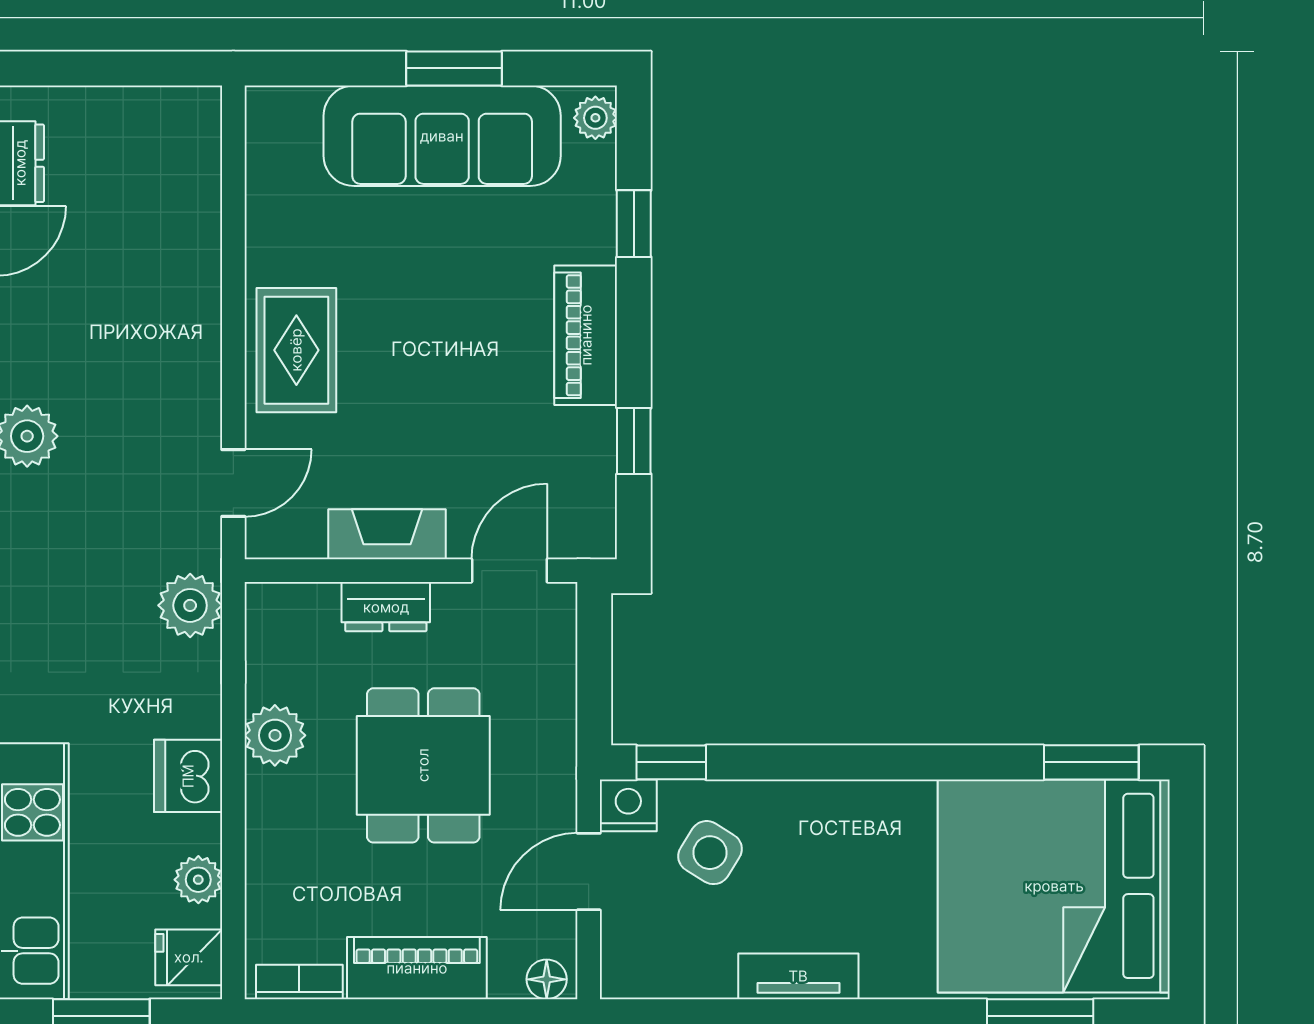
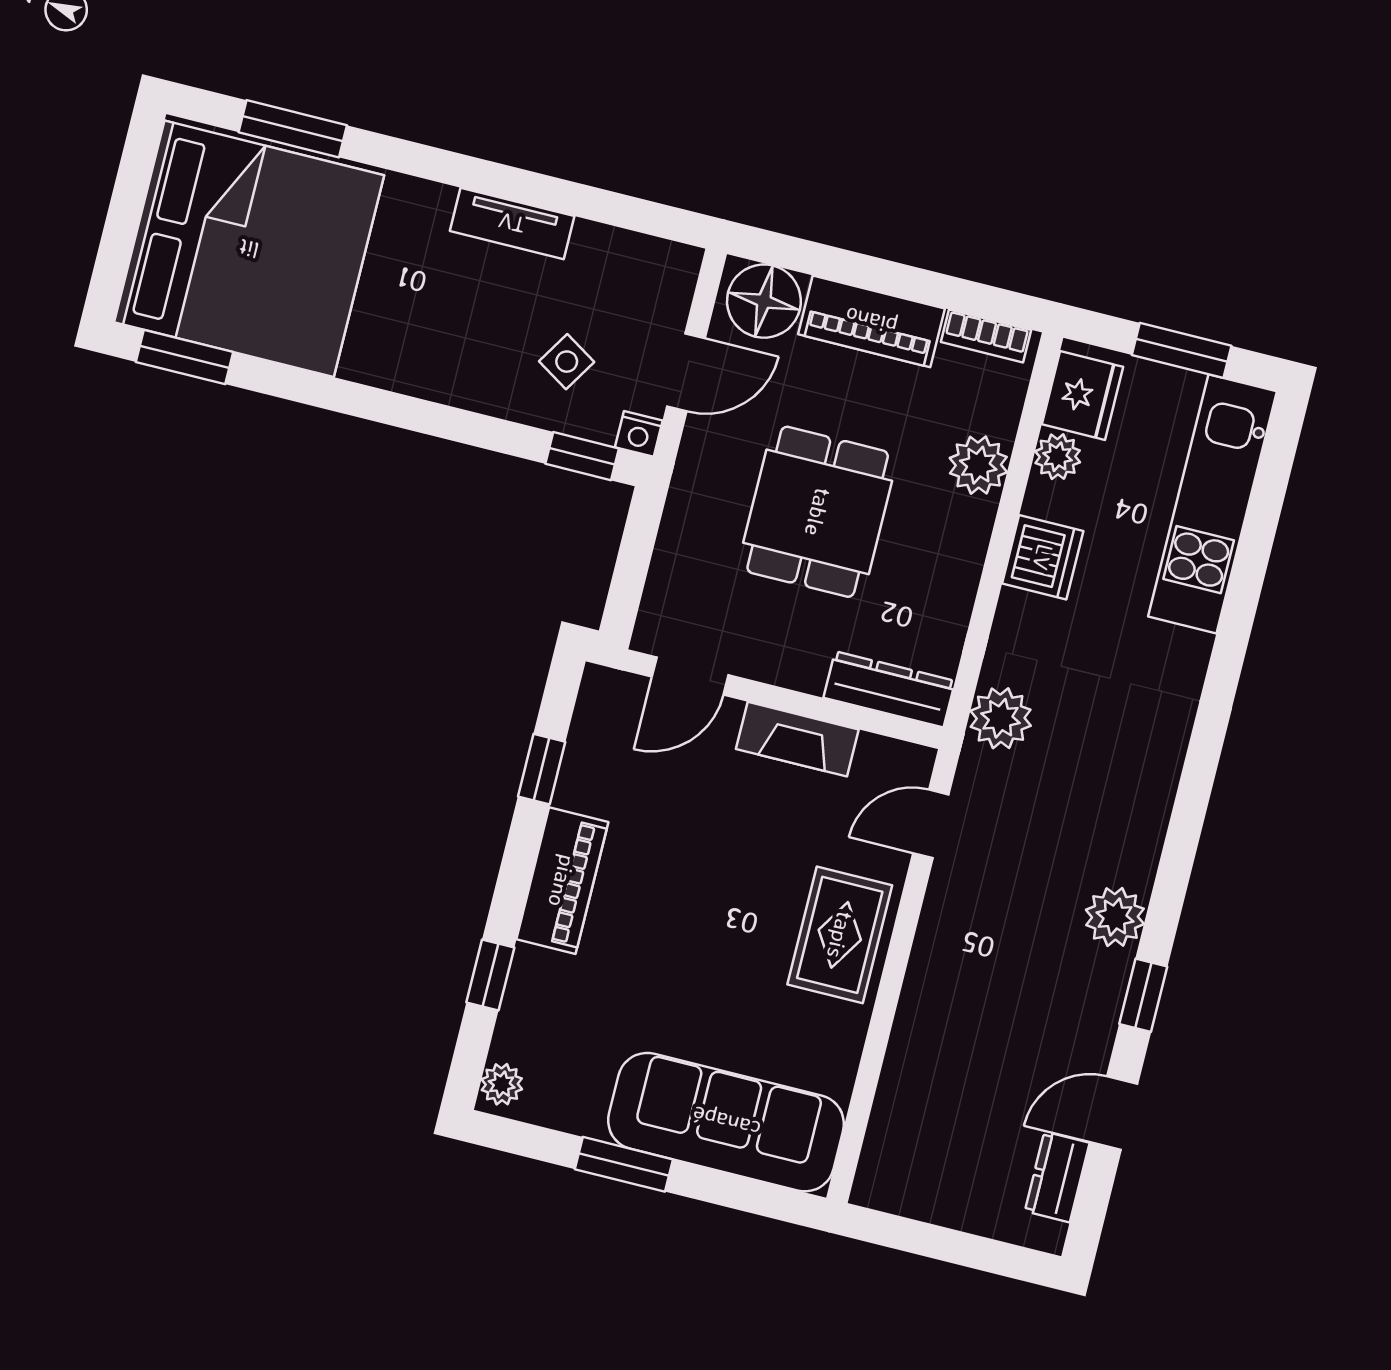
sofa: (442, 136) -> (726, 1122), moved
dresser: (386, 607) -> (889, 689), moved, width x1.44
plant: (275, 735) -> (978, 465), moved
nightstand: (628, 805) -> (639, 434), width x0.72, depth x0.74
side table: (710, 853) -> (567, 362), width x0.73, depth x0.73
fridge: (189, 957) -> (1082, 396), width x1.38
floor lamp: (547, 979) -> (764, 301), width x1.89, depth x1.89

